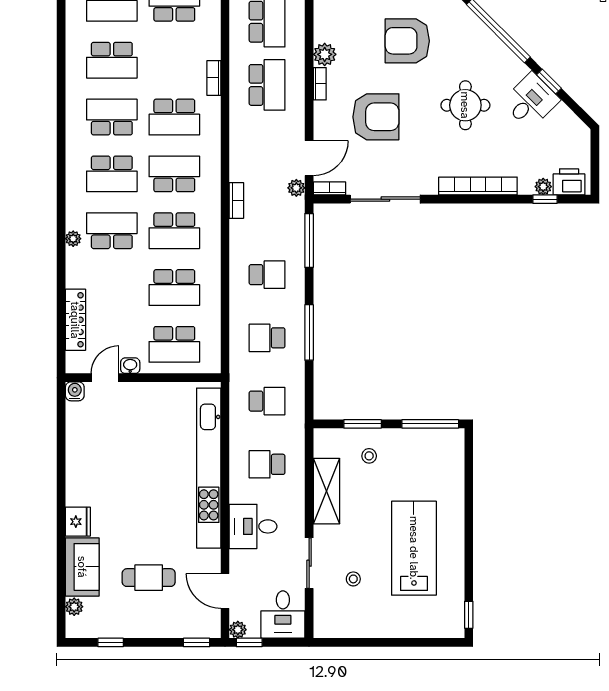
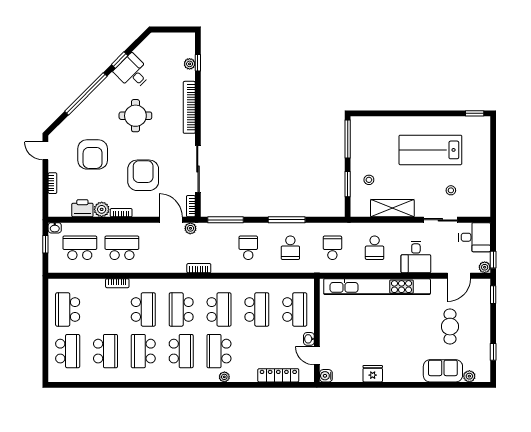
printer: (569, 182) -> (82, 208), moved, turned 90
fridge: (78, 522) -> (373, 374), moved

